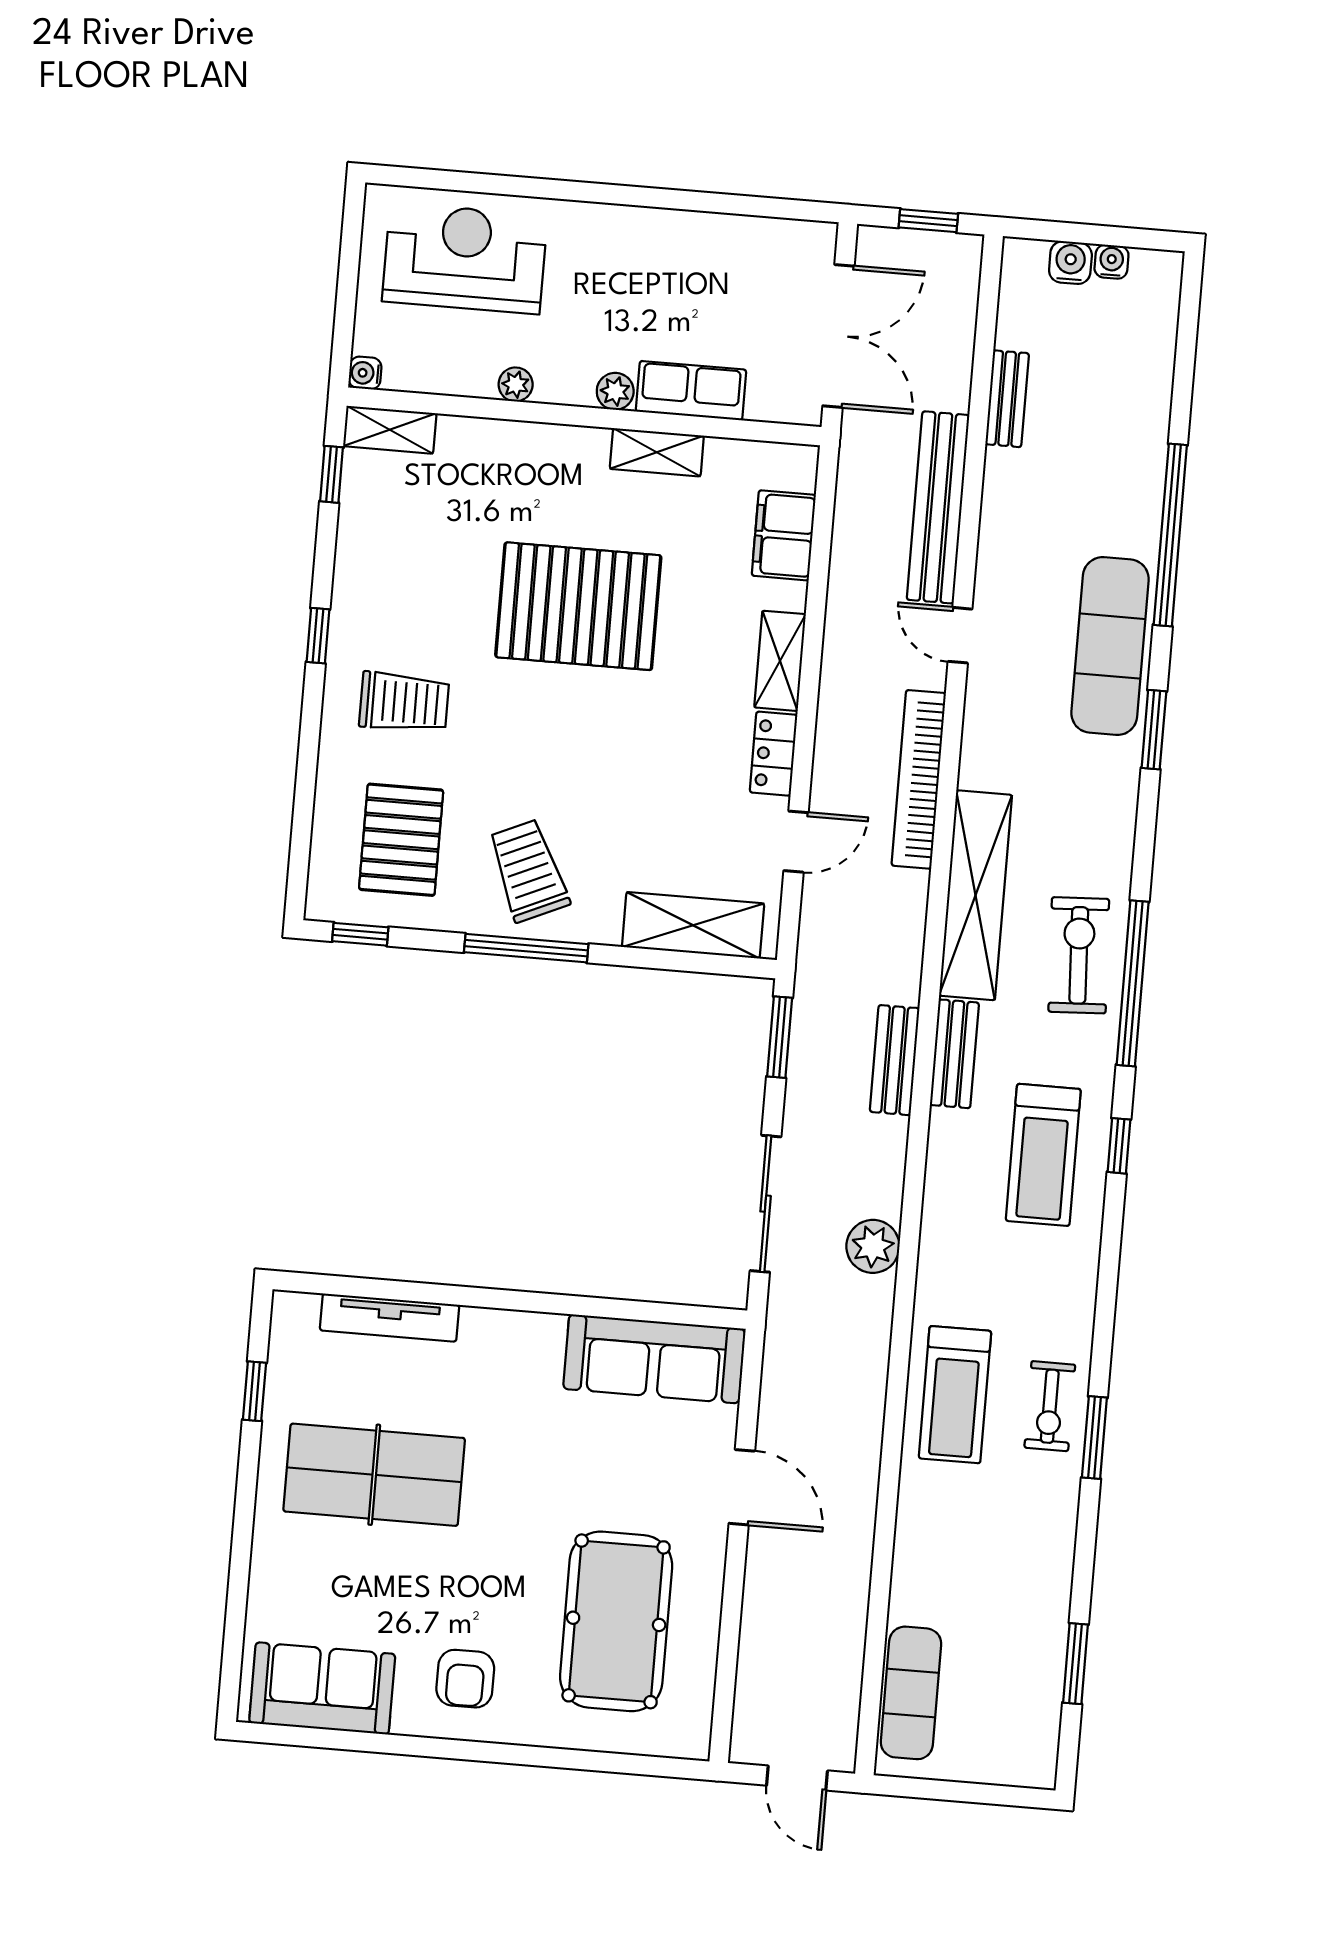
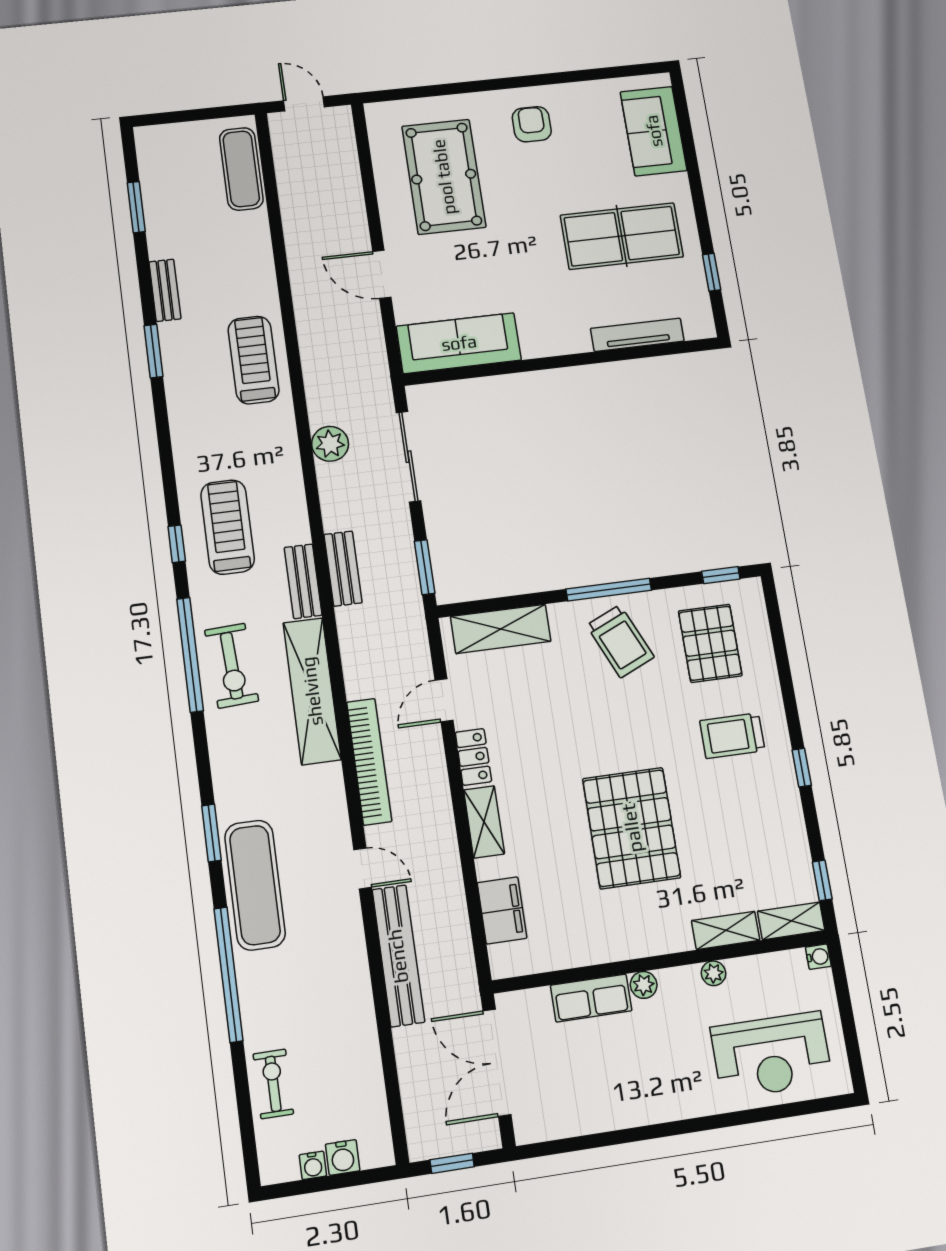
bench: (1007, 399) -> (165, 290), moved
shelving: (657, 452) -> (726, 930), moved
pallet: (578, 606) -> (632, 828), turned 90
exercise bike: (1050, 1406) -> (273, 1084), moved
sofa: (322, 1688) -> (654, 131), moved, turned 90

